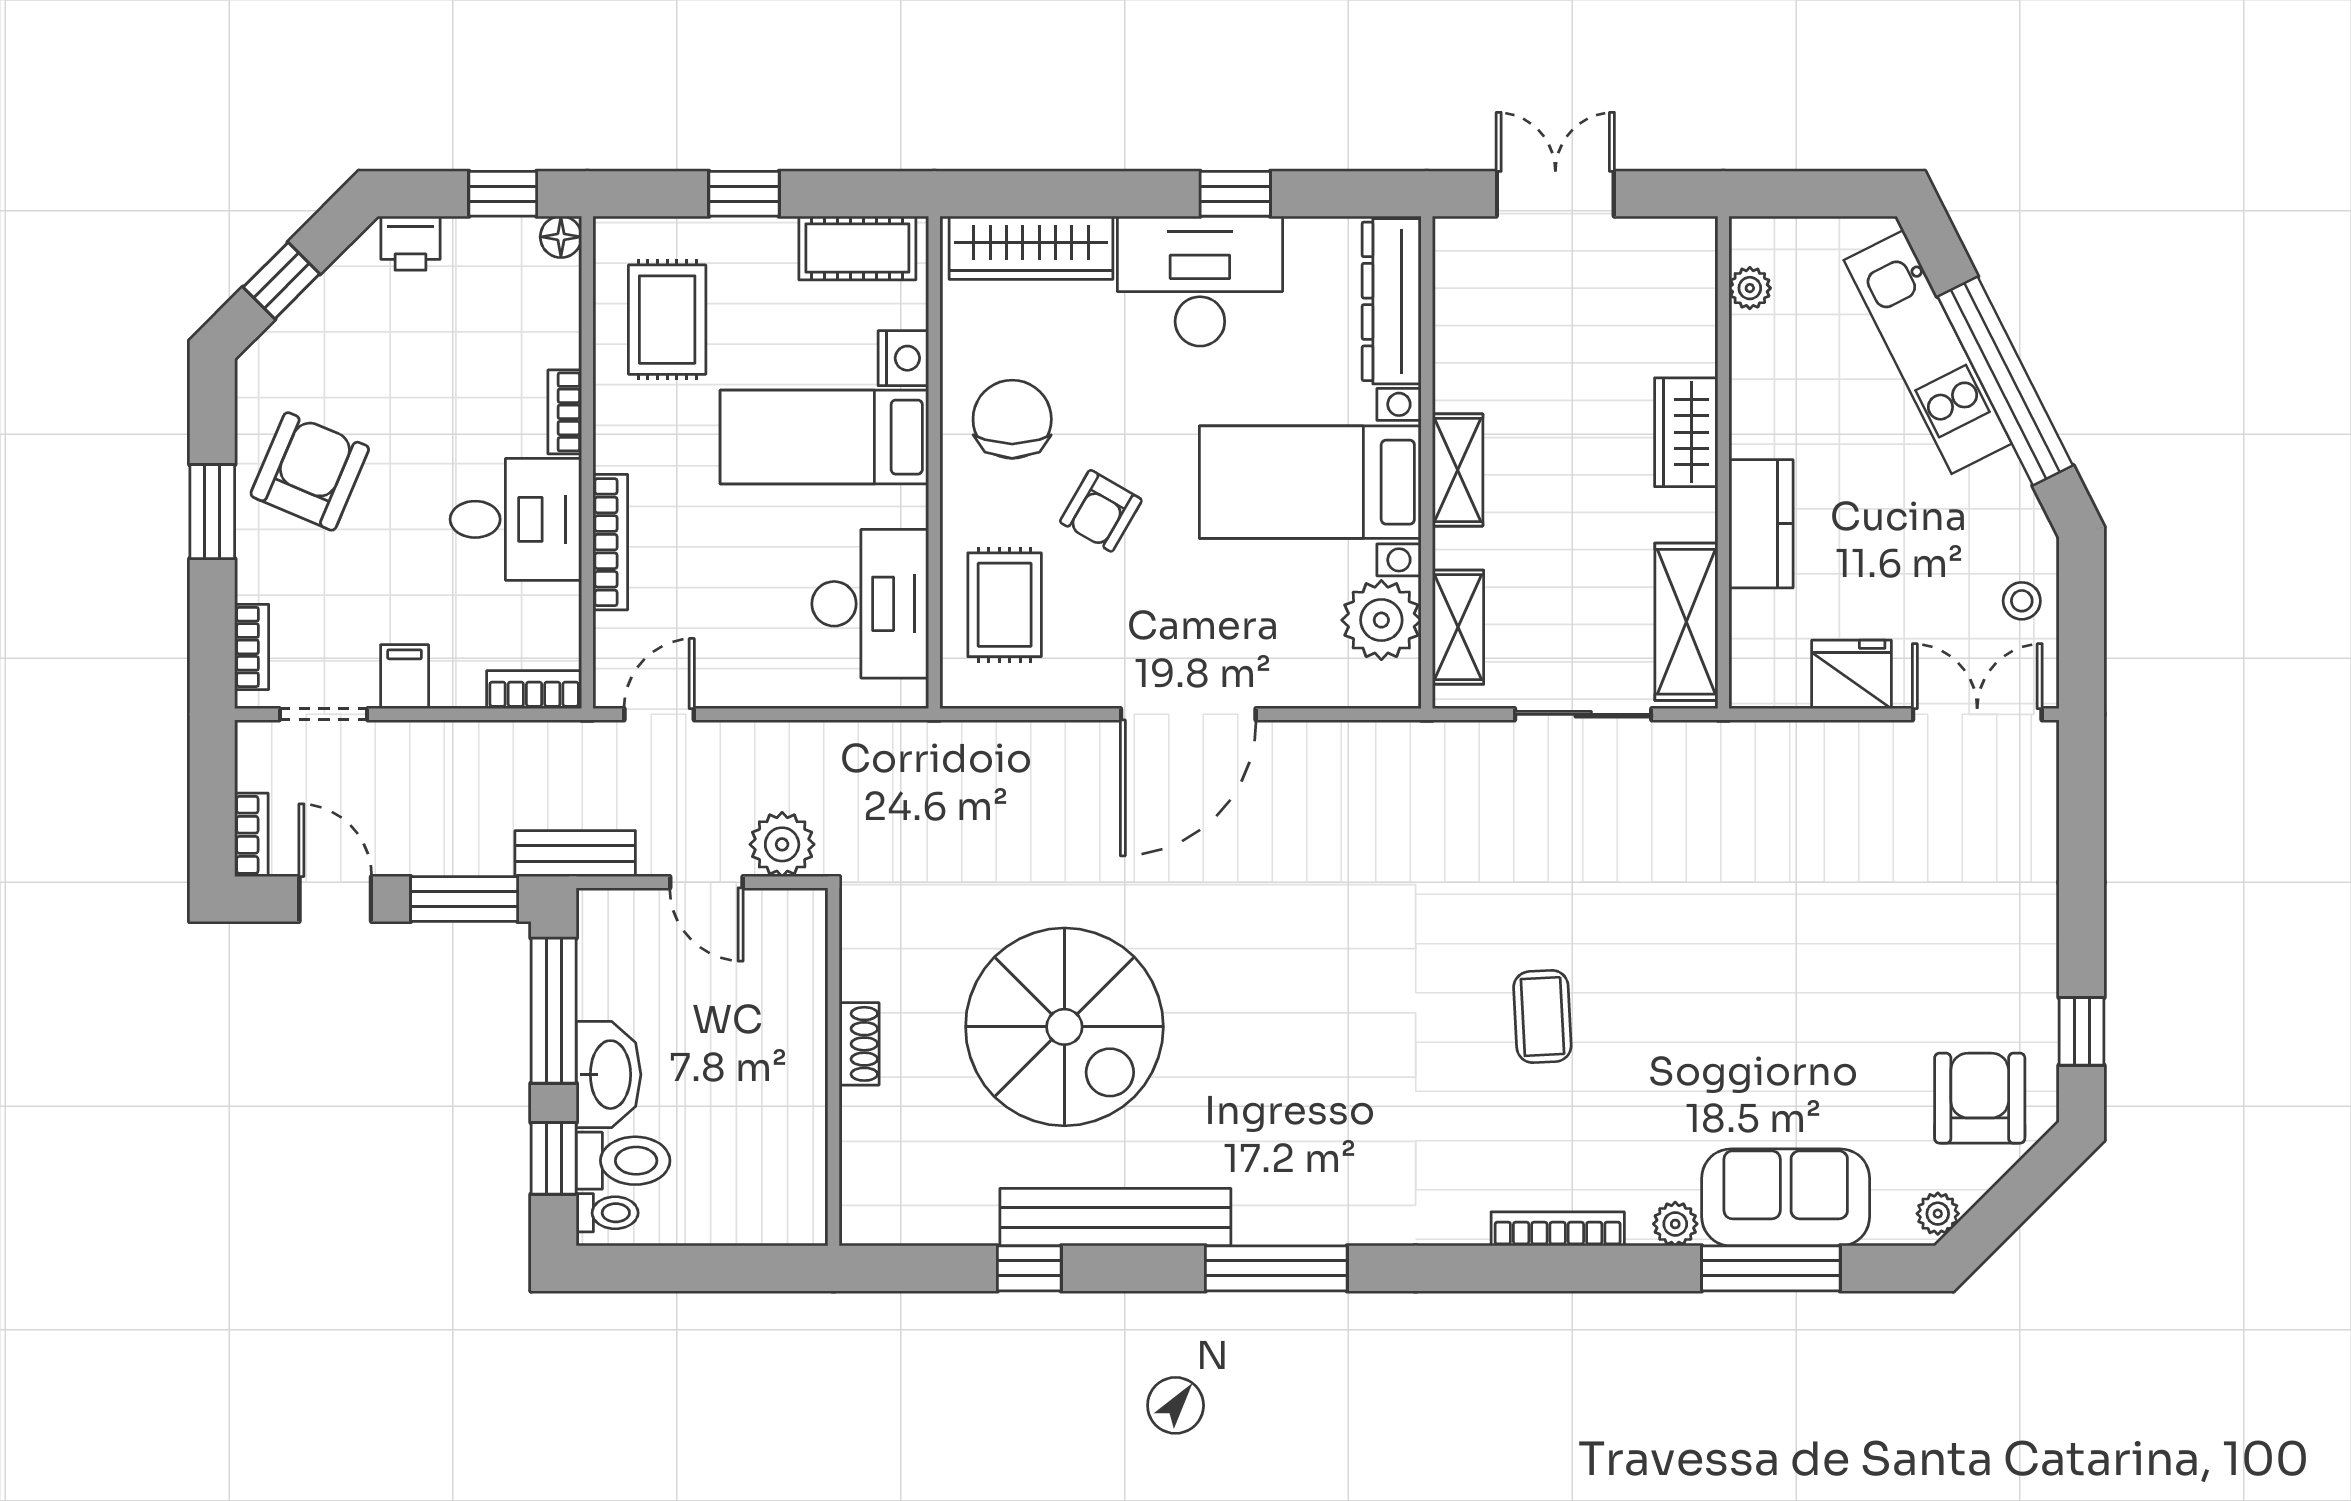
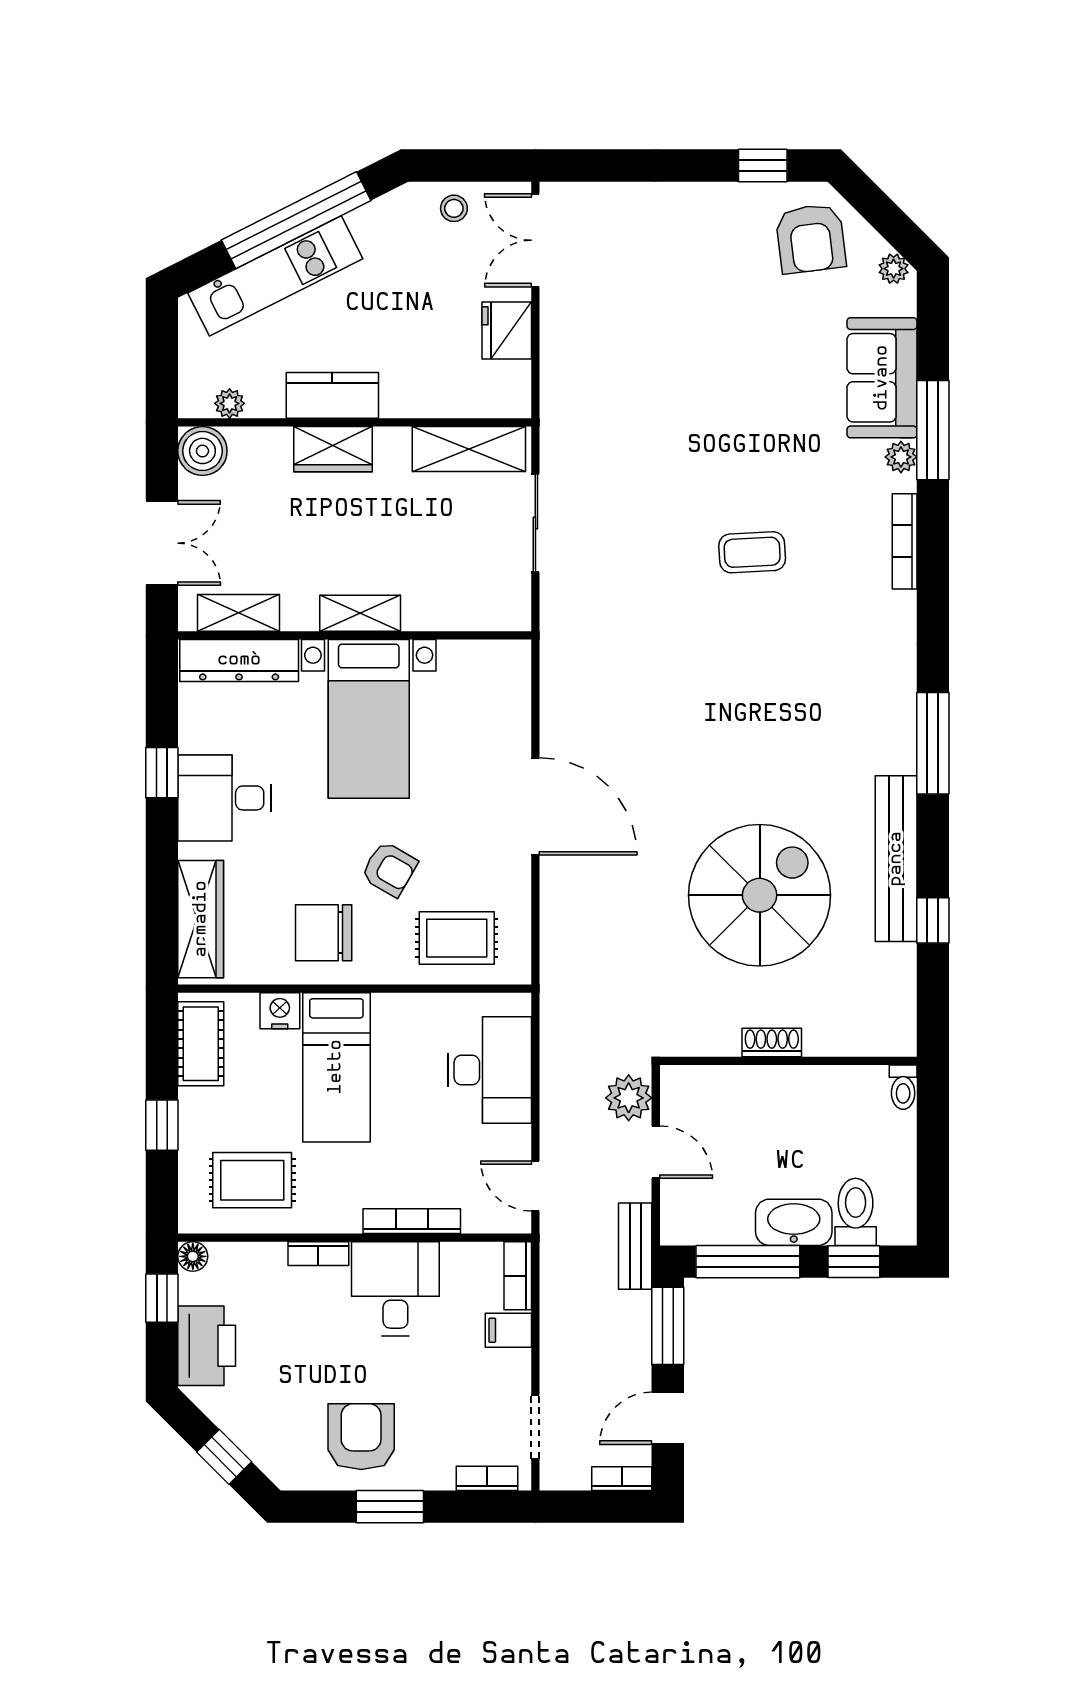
double door: (1555, 194) -> (162, 543), swing flipped
printer: (410, 243) -> (207, 1346), width x1.87, depth x1.48
boiler: (1684, 250) -> (202, 451), added
desk: (1200, 281) -> (225, 798), width x0.73
armchair: (310, 471) -> (361, 1437), turned 67
kitchen counter: (1761, 524) -> (332, 395), moved
desk: (870, 604) -> (489, 1070), moved, turned 90
plant: (1381, 620) -> (468, 668), removed
shelving: (1458, 627) -> (238, 613), moved
filing cabinet: (405, 677) -> (508, 1330), moved
door: (706, 882) -> (656, 1152), hinge flipped
armchair: (1980, 1098) -> (811, 239), turned -97
toilet: (607, 1213) -> (903, 1087), moved, turned 180
window: (1771, 1268) -> (933, 430), moved

